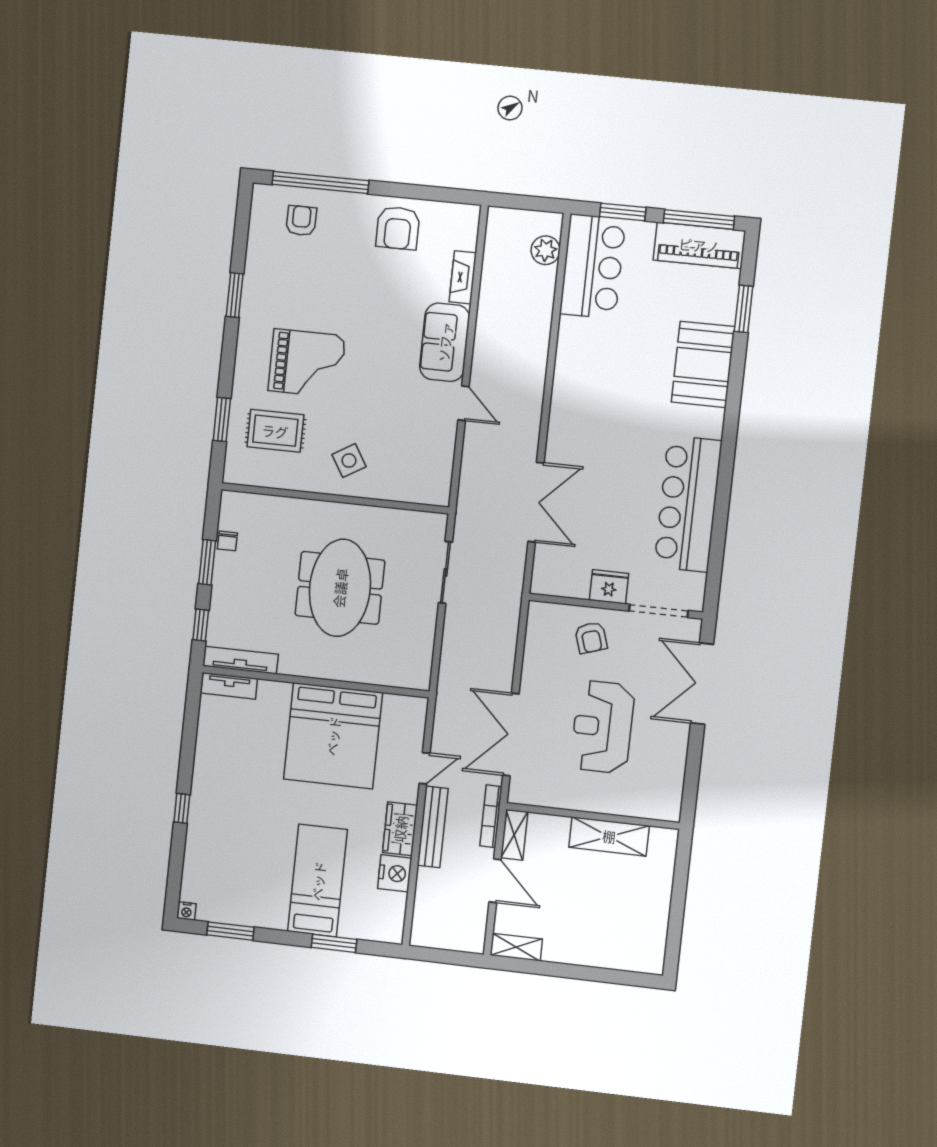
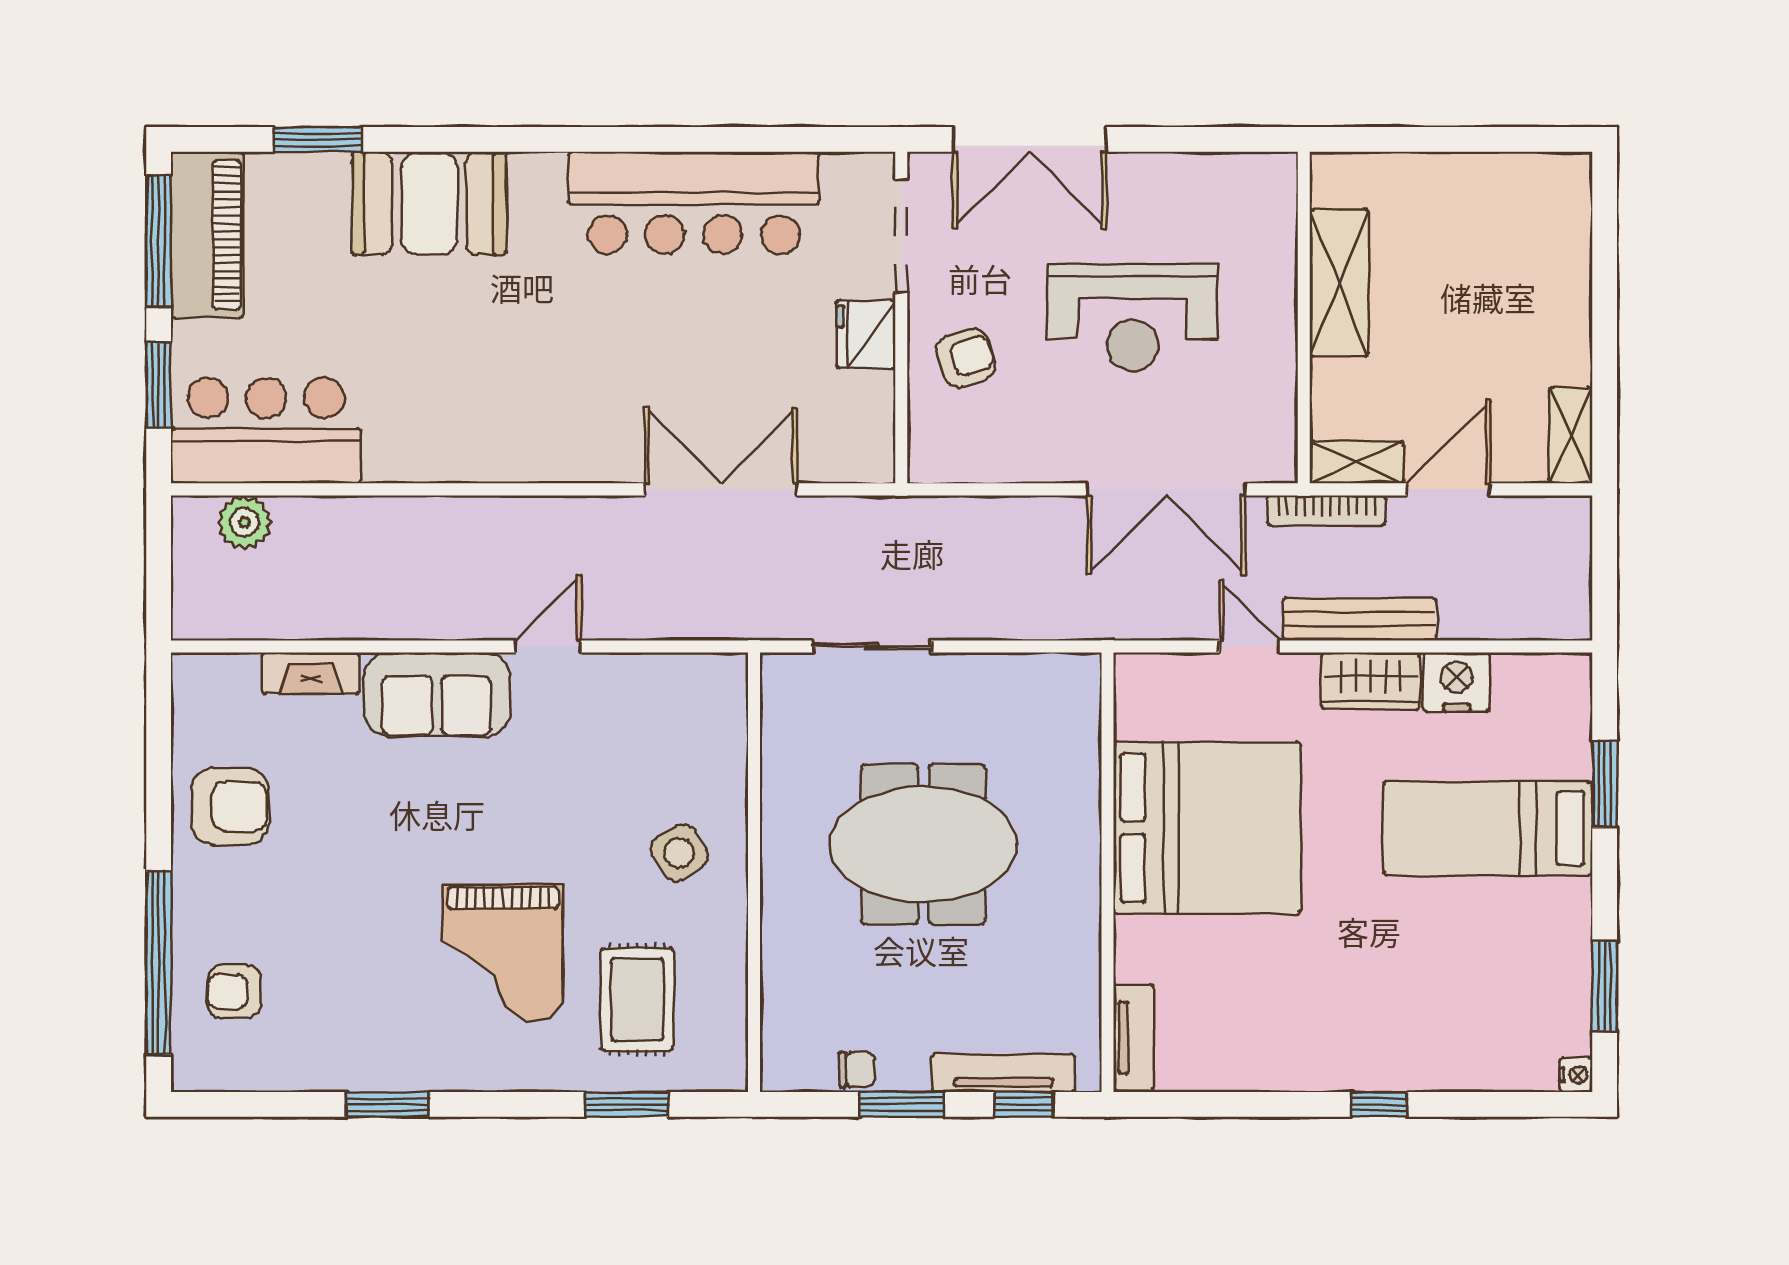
grand piano: (307, 363) -> (503, 953), turned 180
tv unit: (241, 660) -> (1003, 1073), moved, turned 90

